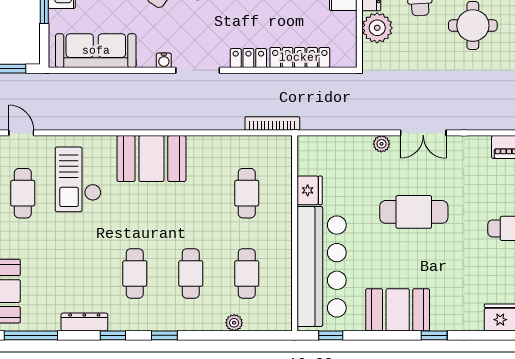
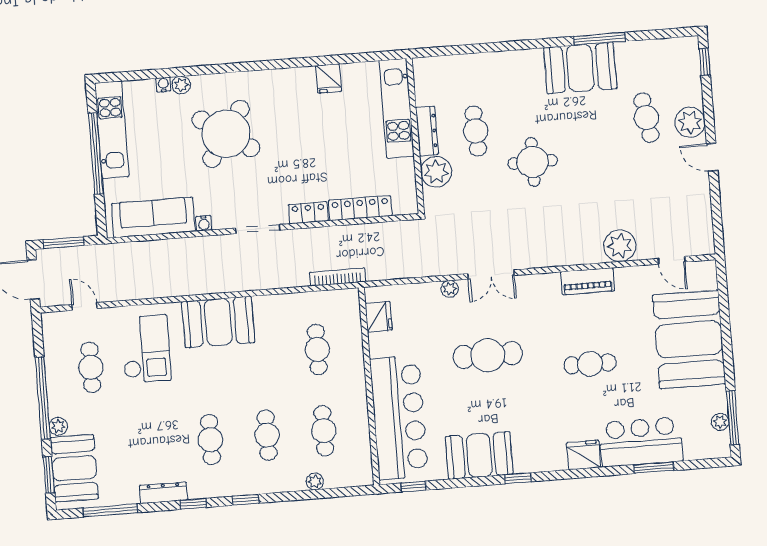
water cooler: (164, 60) -> (204, 223), moved
checkout: (78, 179) -> (146, 349), turned 180
fridge: (310, 190) -> (379, 317), moved

